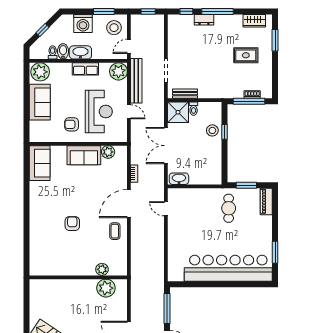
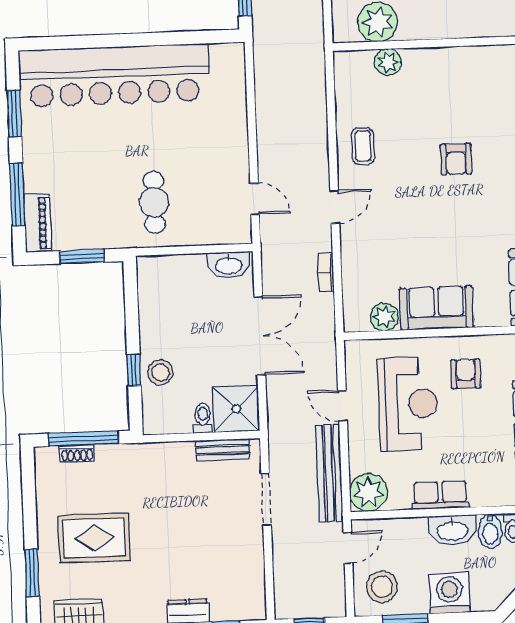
rug: (246, 55) -> (94, 538), width x1.36, depth x1.43
reception desk: (99, 112) -> (408, 404), turned 180
armchair: (72, 124) -> (466, 374), turned -90
door: (129, 204) -> (335, 207), width x0.53
cafe table: (229, 208) -> (154, 202), moved
window: (275, 215) -> (17, 195), added

